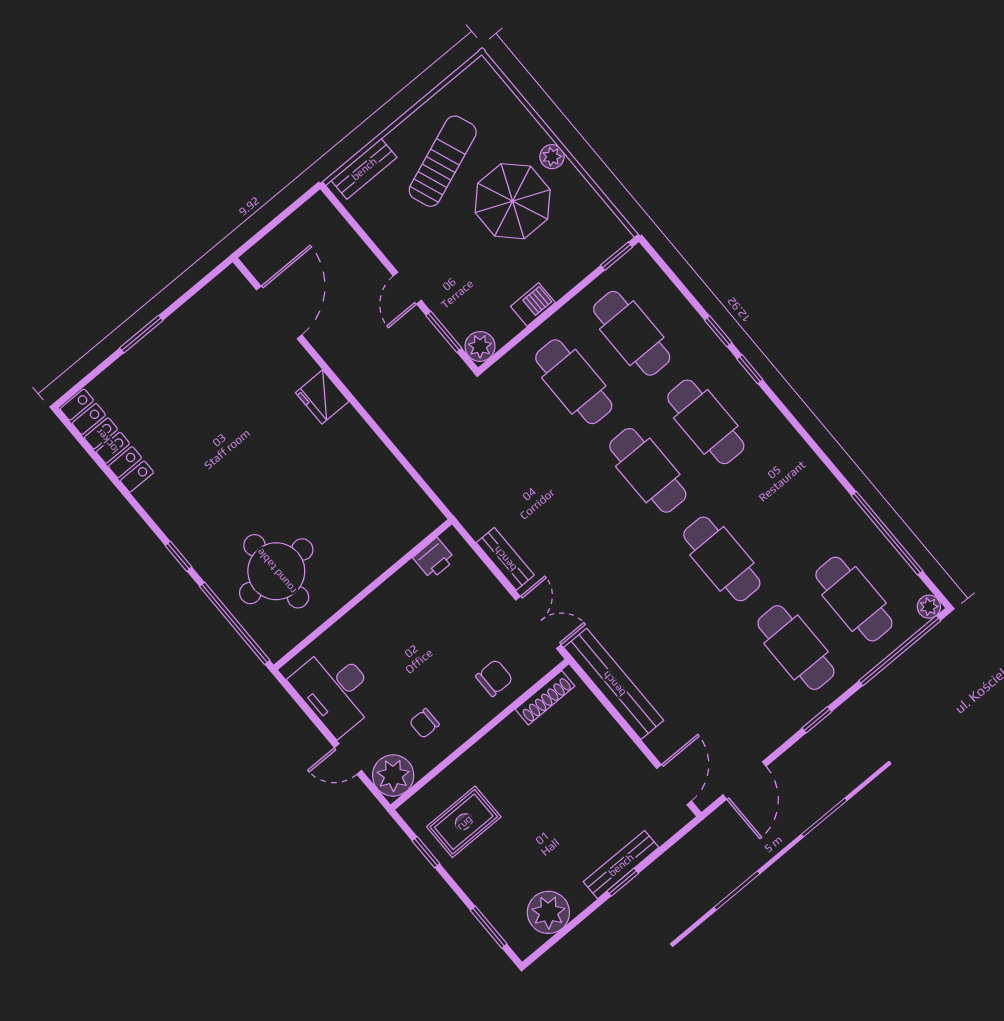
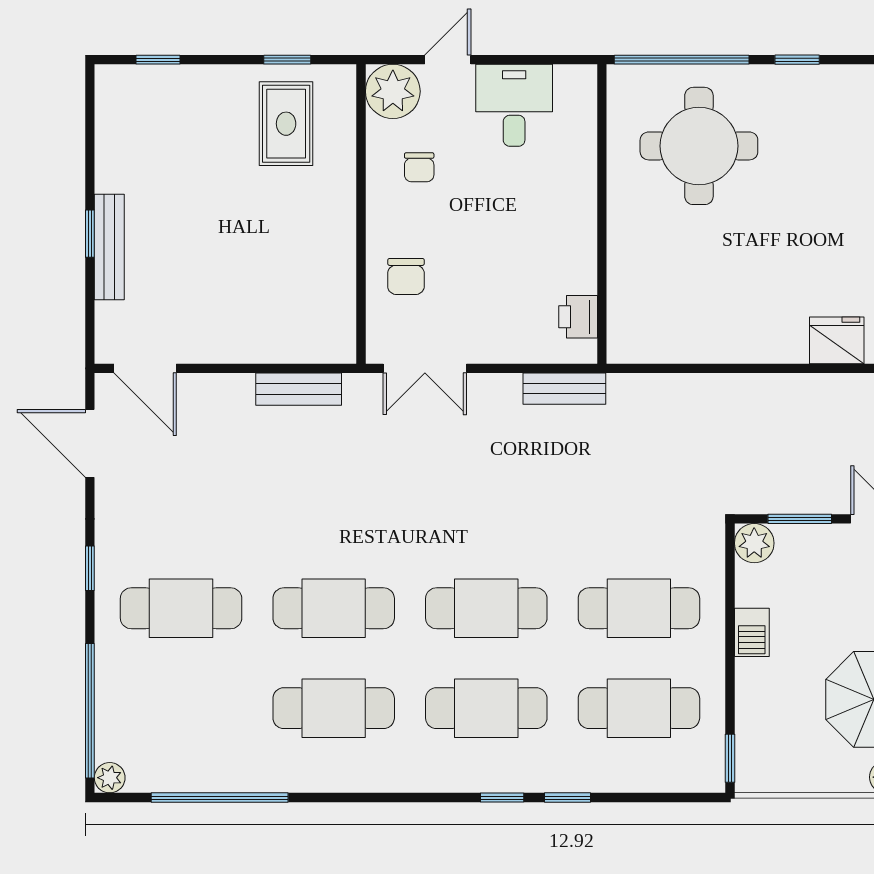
bench: (505, 559) -> (564, 389), moved
cafe table: (854, 599) -> (334, 708), moved
bench: (614, 684) -> (299, 389), width x0.54, depth x0.82
desk: (335, 690) -> (514, 105), width x0.73
shoe rack: (545, 698) -> (343, 311), removed
chair: (424, 723) -> (419, 167), turned 180
plant: (548, 912) -> (122, 133), removed
window: (489, 927) -> (158, 60), width x0.67

